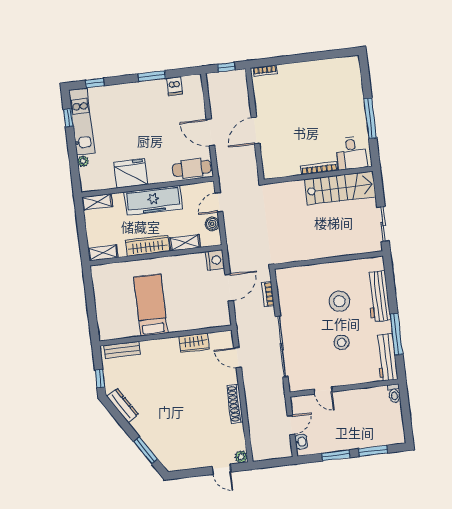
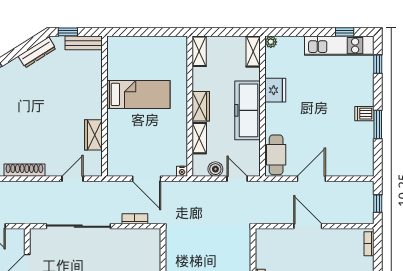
dishwasher: (174, 86) -> (364, 114), moved
plant: (83, 161) -> (271, 42), moved
fridge: (131, 173) -> (275, 90), width x0.73, depth x0.75
wardrobe: (148, 246) -> (201, 106), width x0.67
nightstand: (215, 260) -> (182, 171), width x0.53, depth x0.56
bench: (122, 350) -> (84, 43), moved, turned 90

